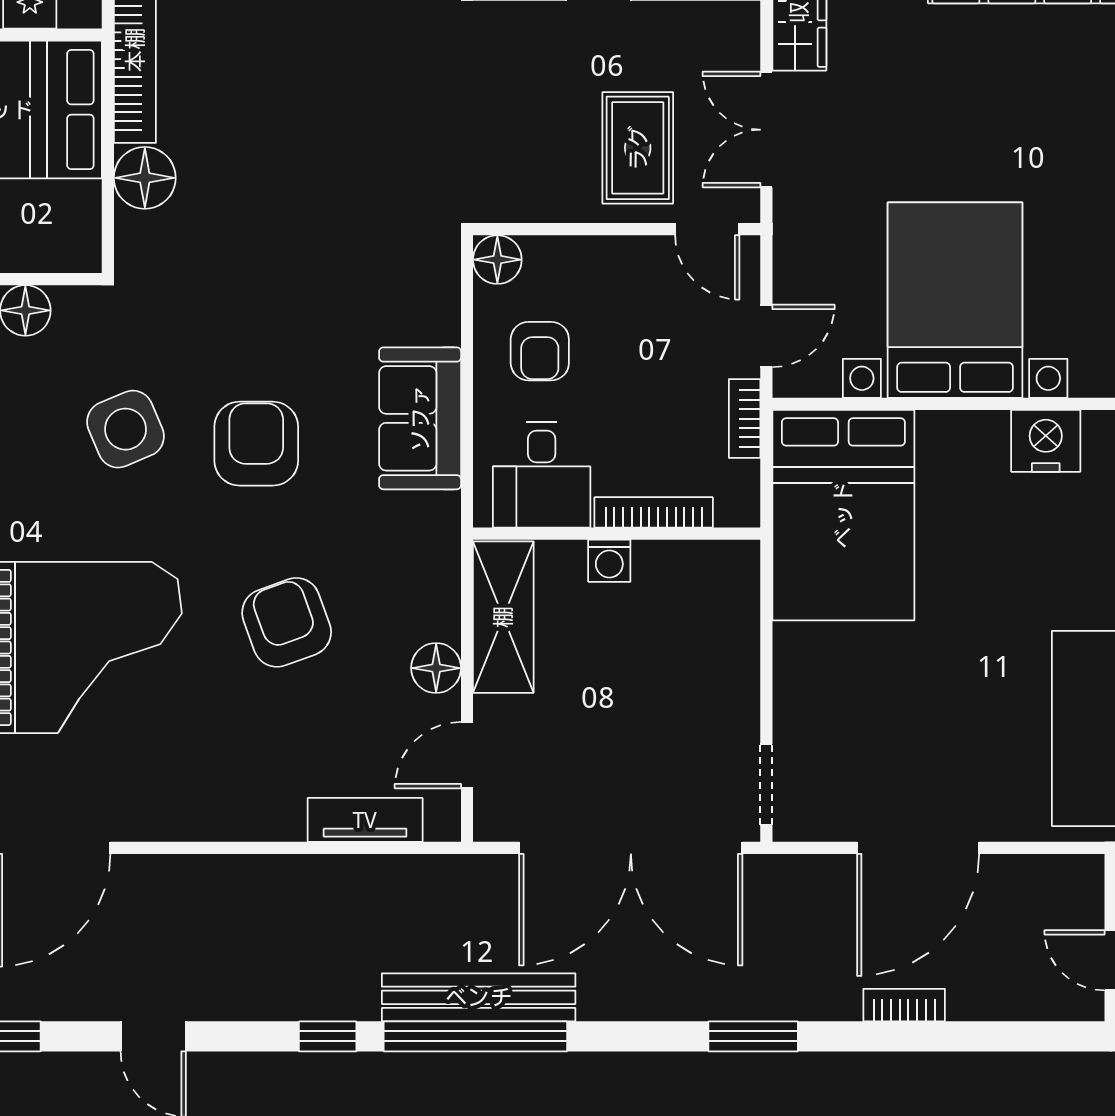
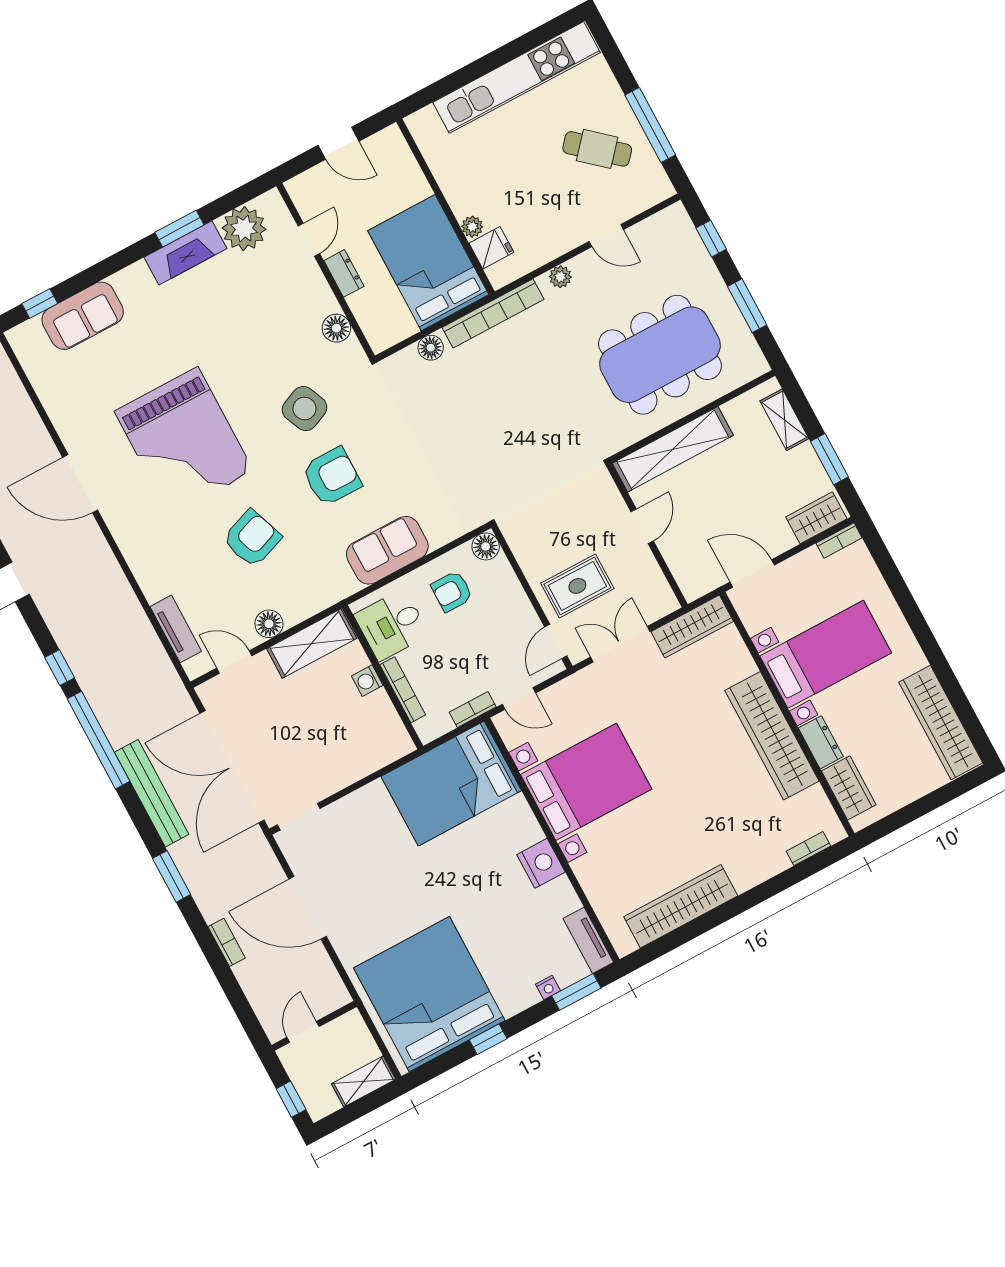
floor lamp: (145, 178) -> (431, 348), width x0.73, depth x0.73
bench: (479, 997) -> (152, 793), moved

